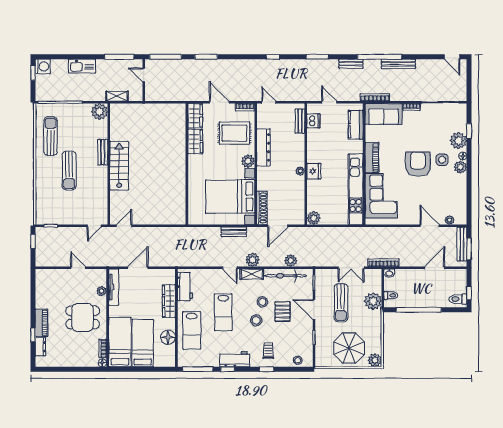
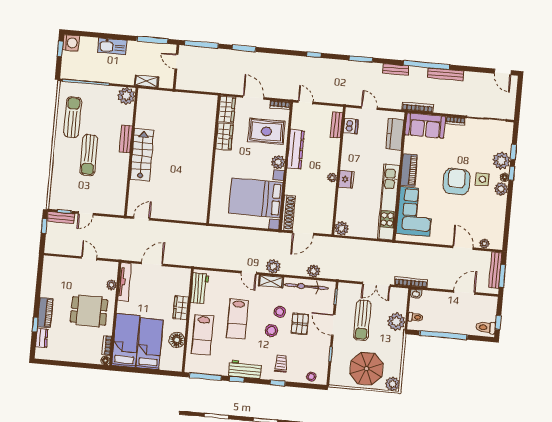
window: (469, 151) -> (512, 173), added
door: (94, 226) -> (86, 213), moved
bench: (234, 232) -> (61, 217), moved
wardrobe: (169, 301) -> (181, 308), width x0.67

